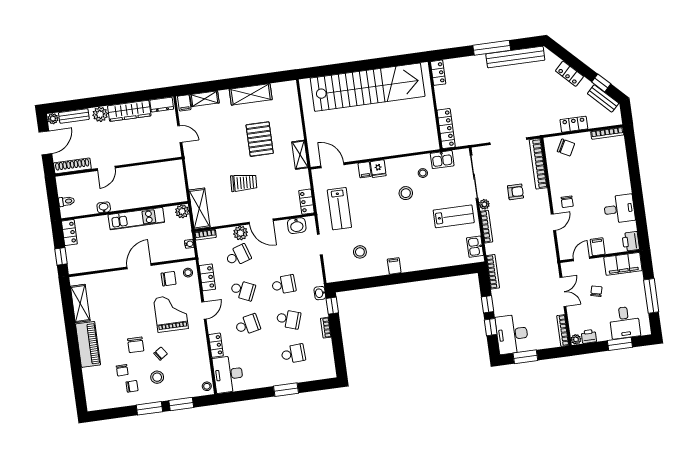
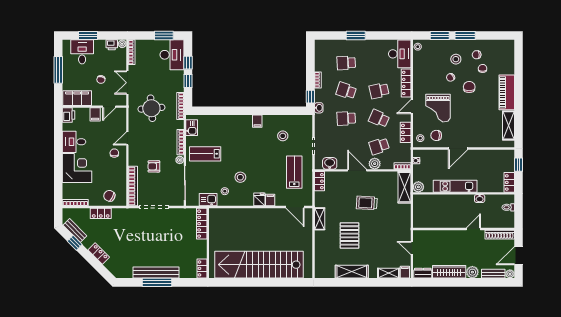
bench: (515, 57) -> (156, 272), moved
corner desk: (611, 177) -> (77, 168), added
round table: (528, 264) -> (151, 108), added
locker: (216, 345) -> (406, 83), width x1.53

